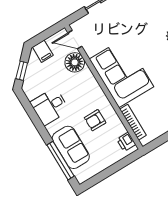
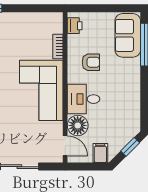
desk: (50, 106) -> (84, 99), moved, turned 180
bookcase: (133, 122) -> (58, 47), width x0.64
sofa: (71, 147) -> (128, 35), moved

